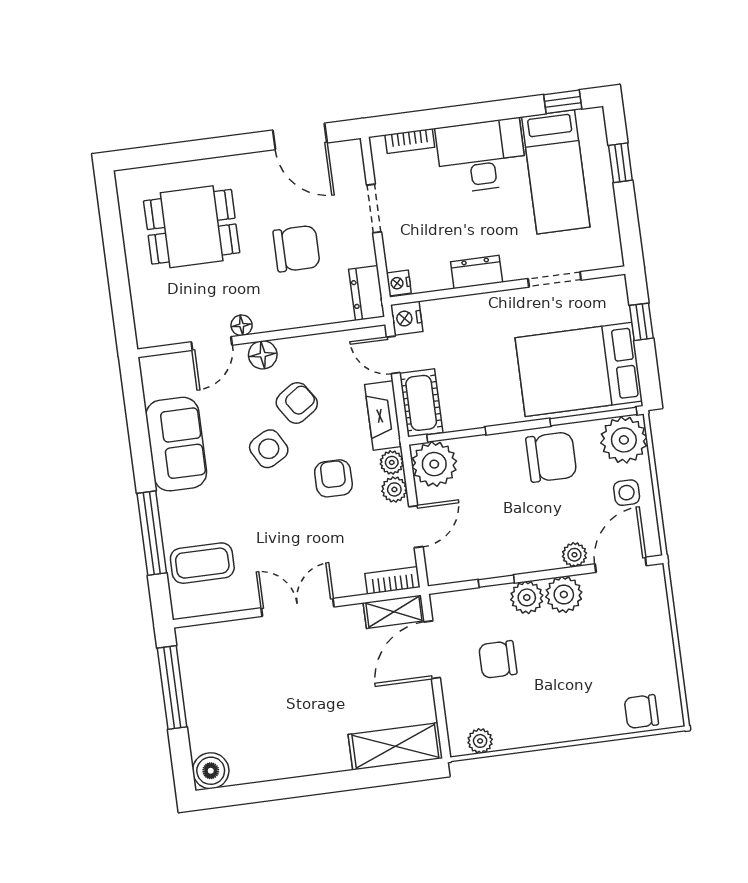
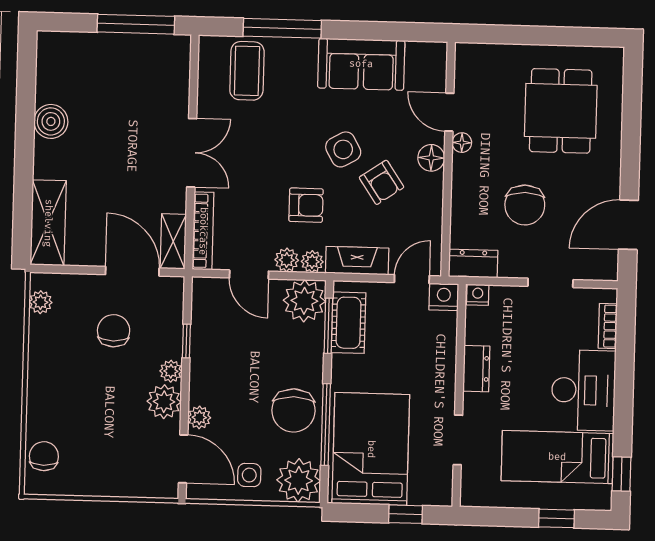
cot: (421, 403) -> (349, 323), moved, turned 90
window: (593, 417) -> (326, 425), moved
bookcase: (393, 580) -> (203, 231), width x1.56
plant: (527, 597) -> (171, 371), width x0.73, depth x0.73
boiler: (211, 771) -> (51, 121), moved

